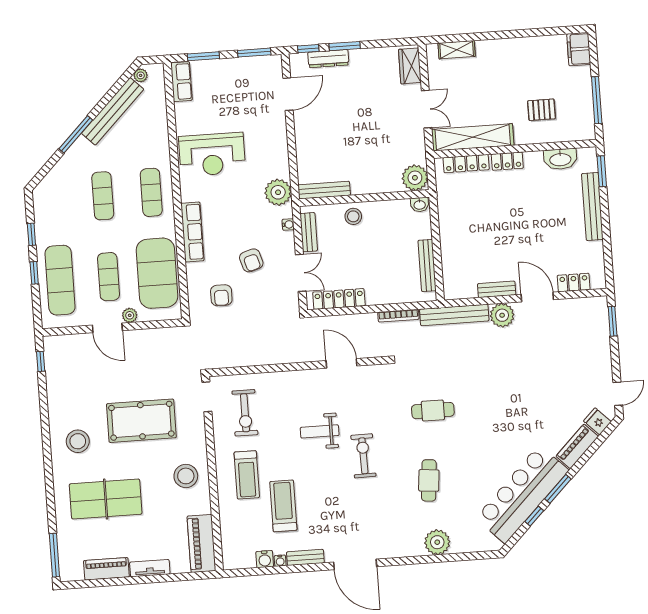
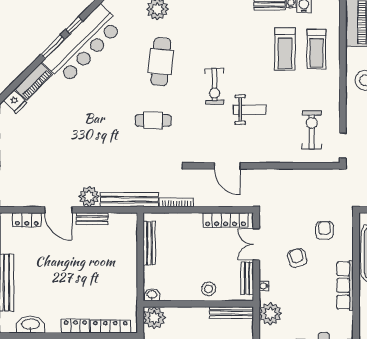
treadmill: (247, 475) -> (316, 49), moved, turned 180
cafe table: (429, 480) -> (161, 62), width x1.37, depth x1.35

